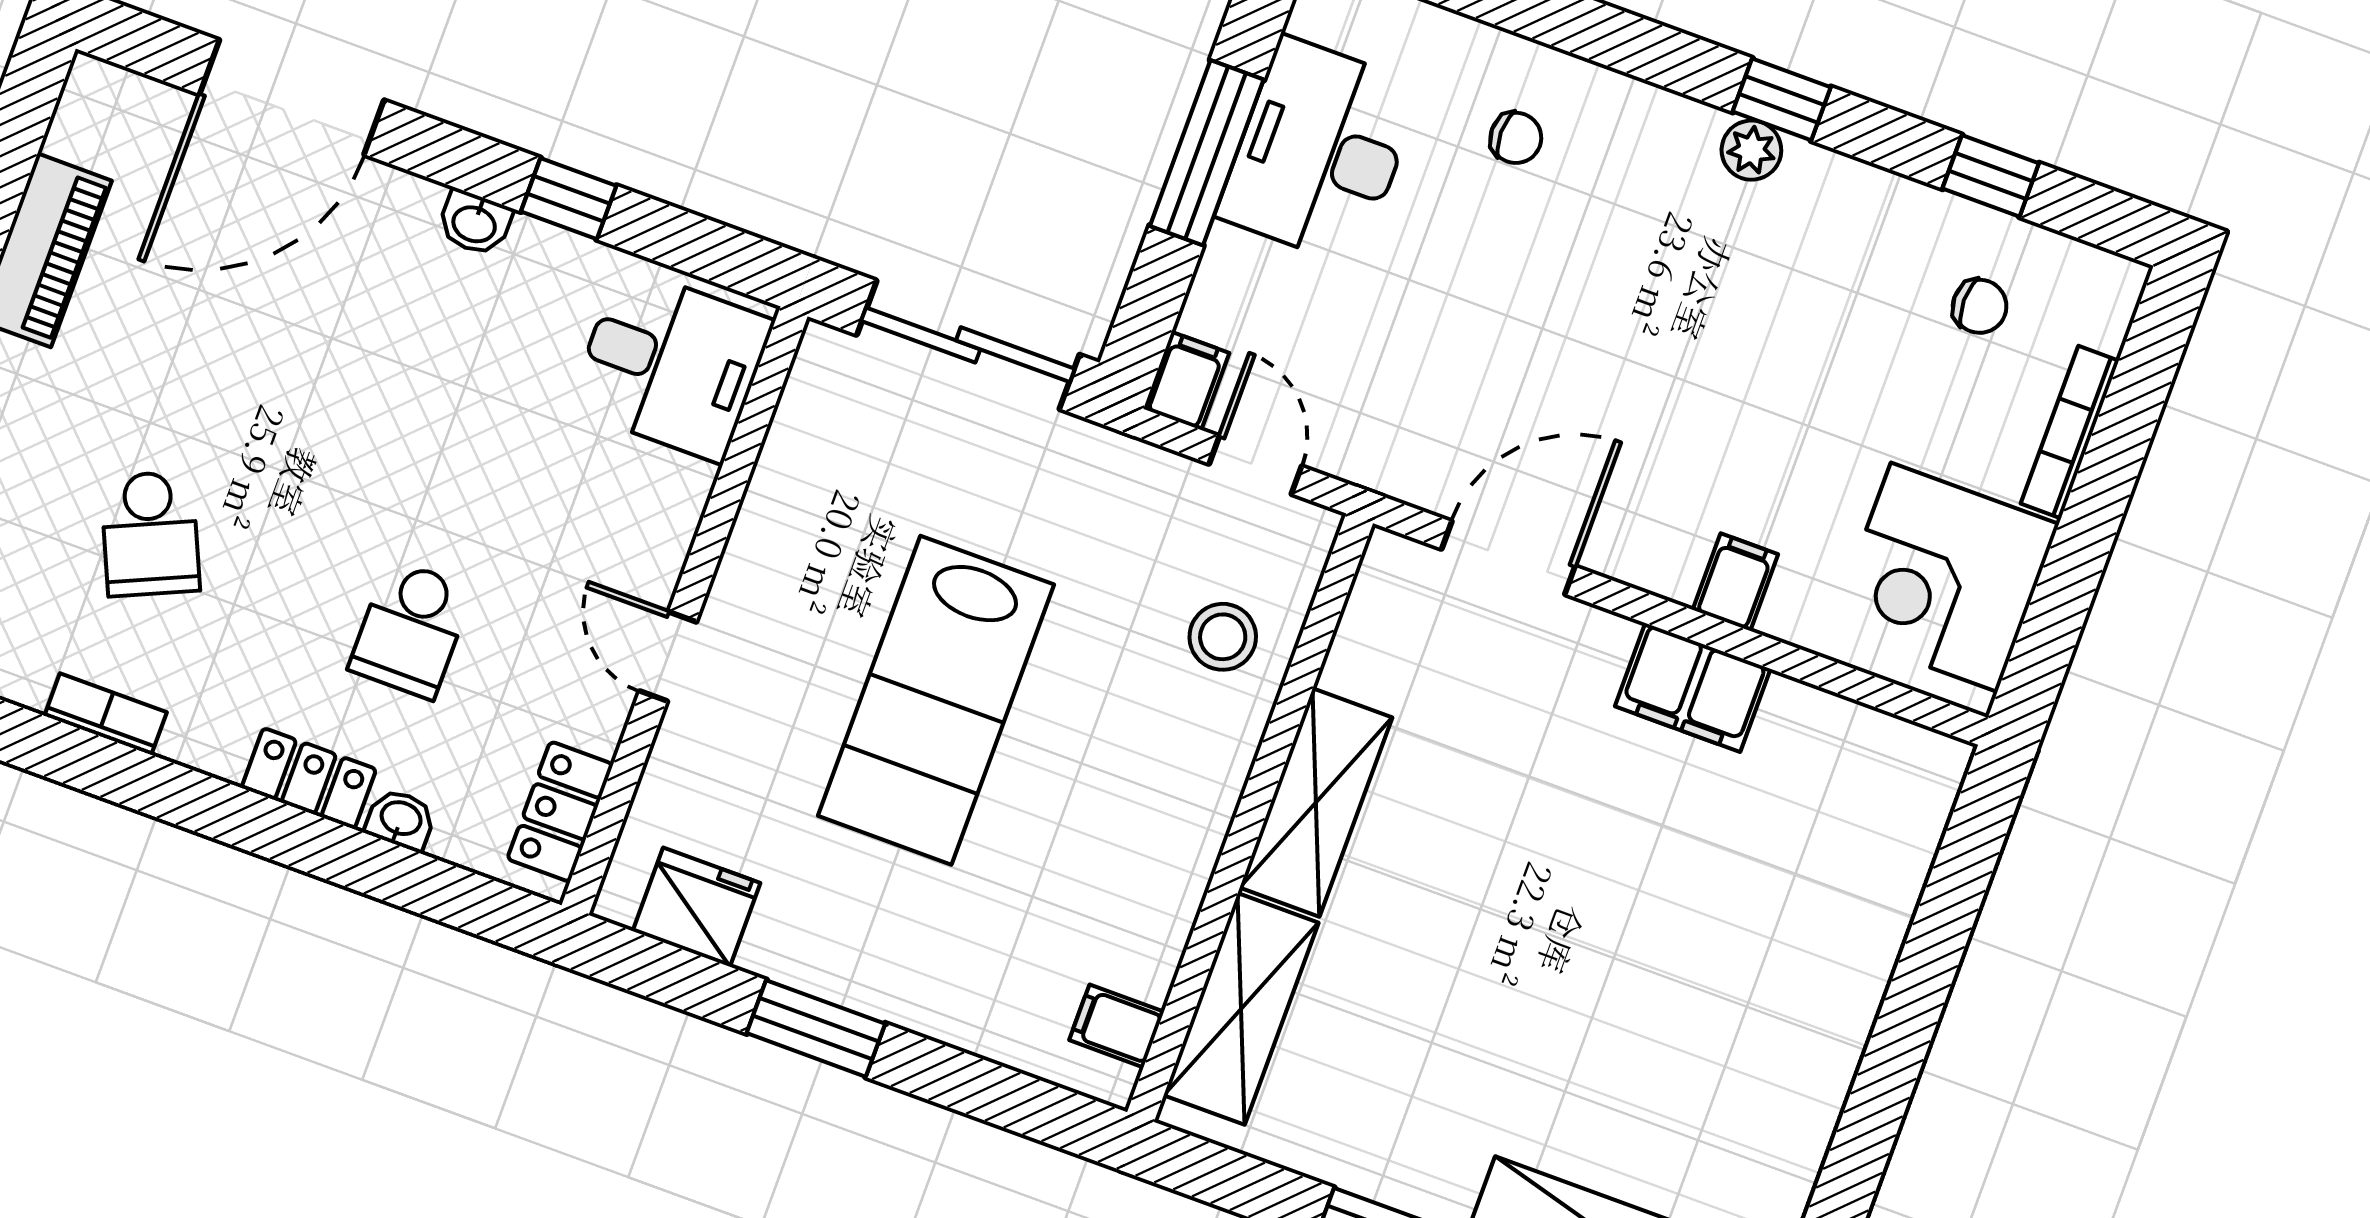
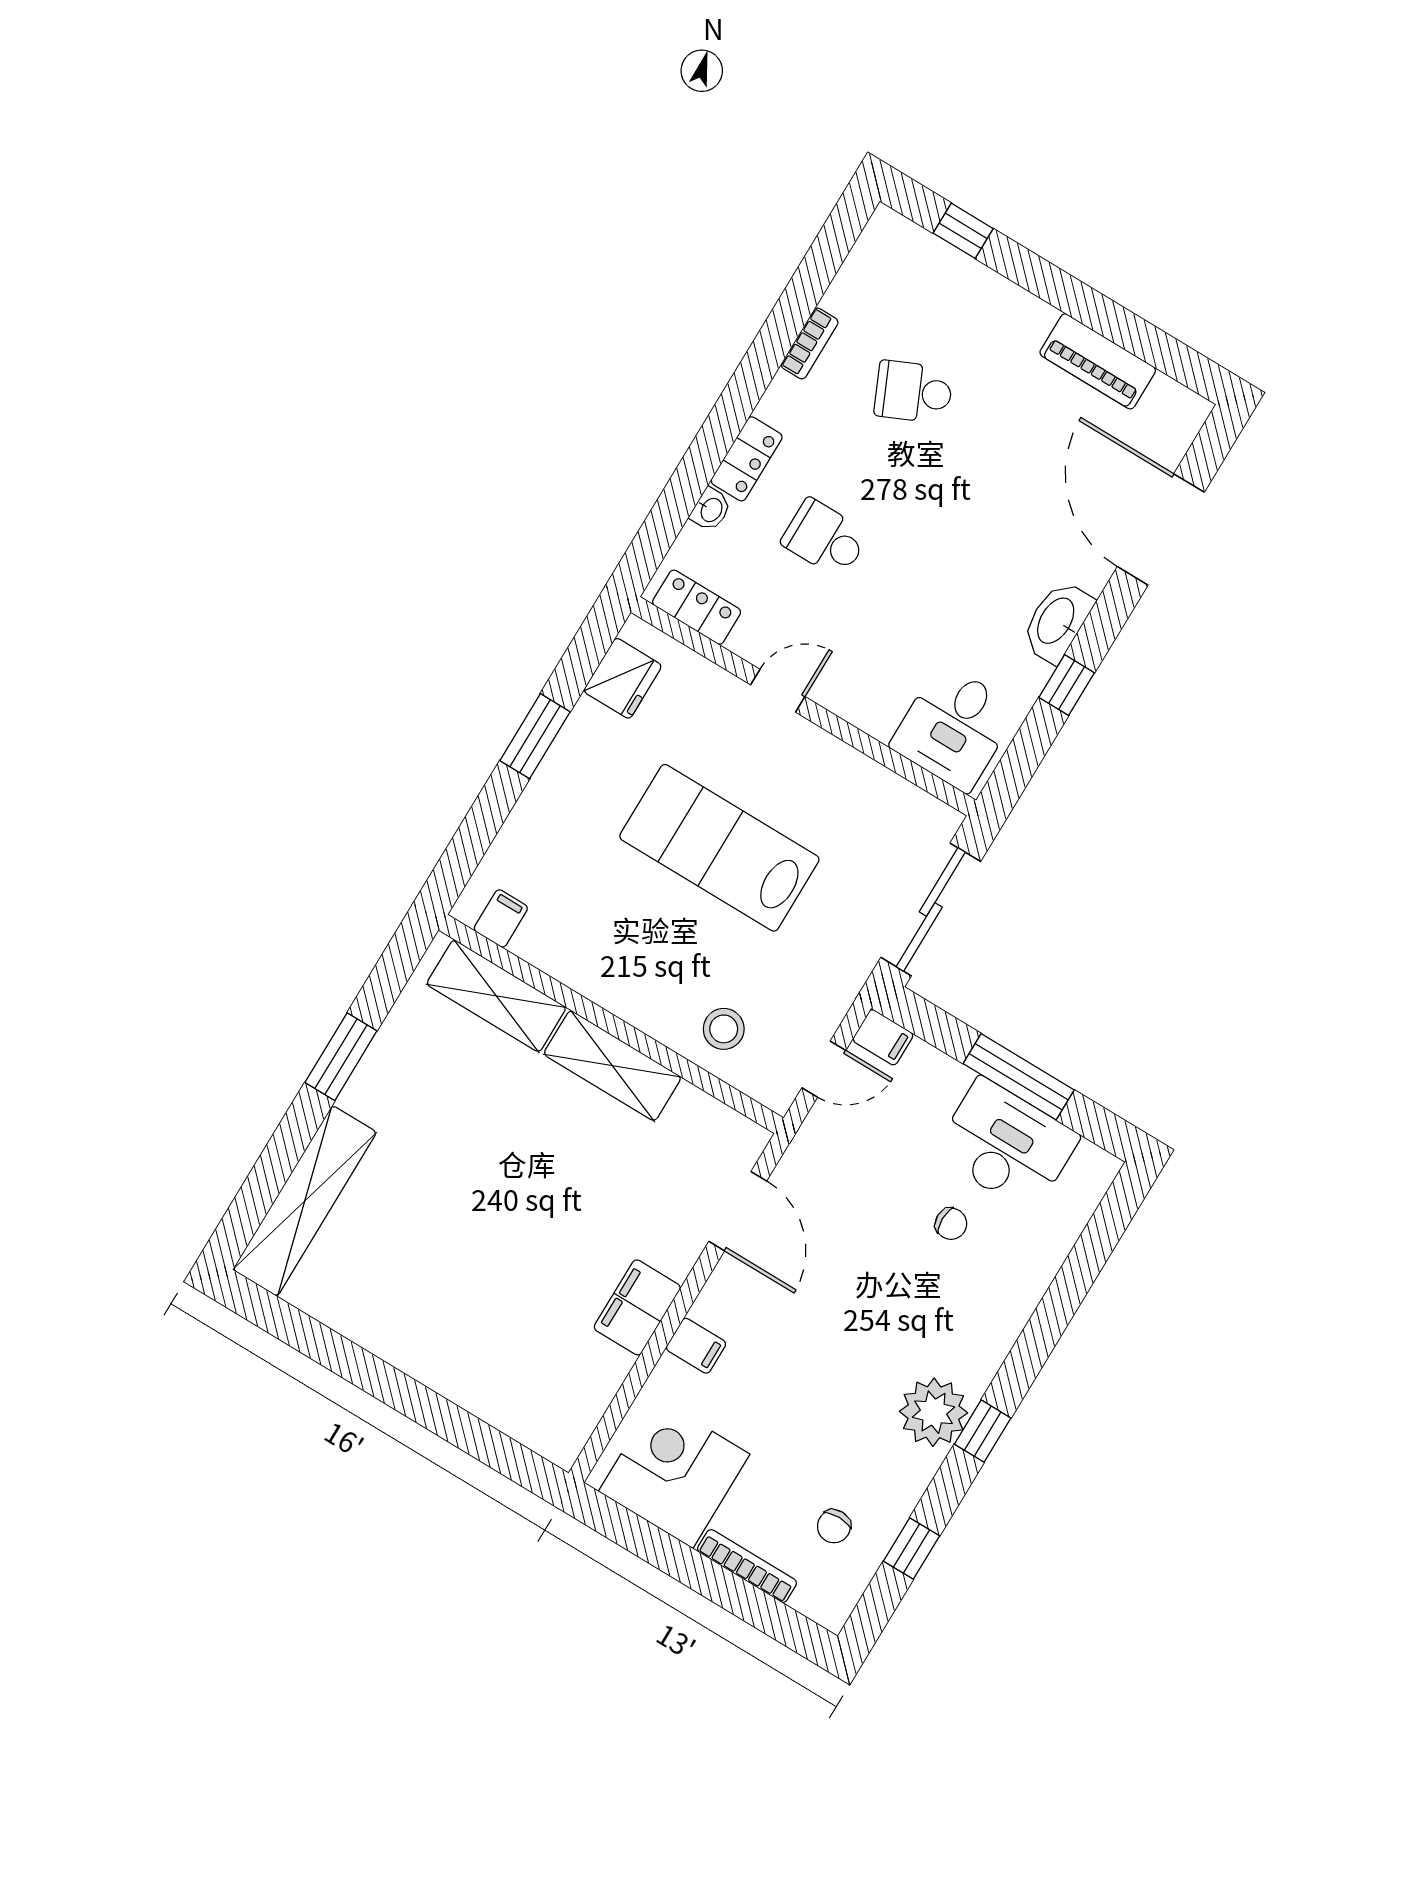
chair: (1516, 138) -> (951, 1224), moved, turned -90
plant: (1751, 150) -> (934, 1412), width x1.87, depth x1.87
washbasin: (475, 223) -> (1057, 621), width x1.91, depth x1.45

